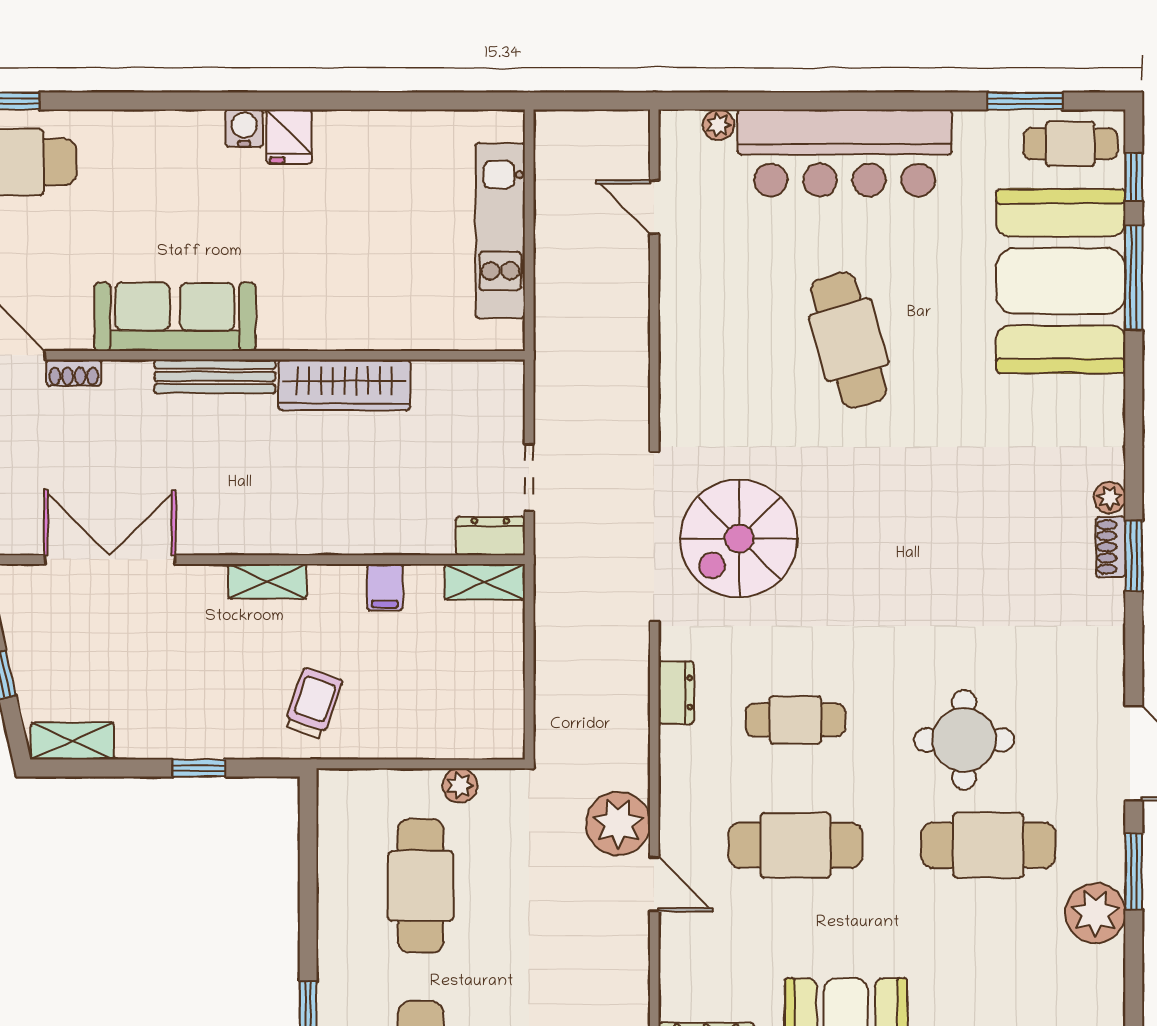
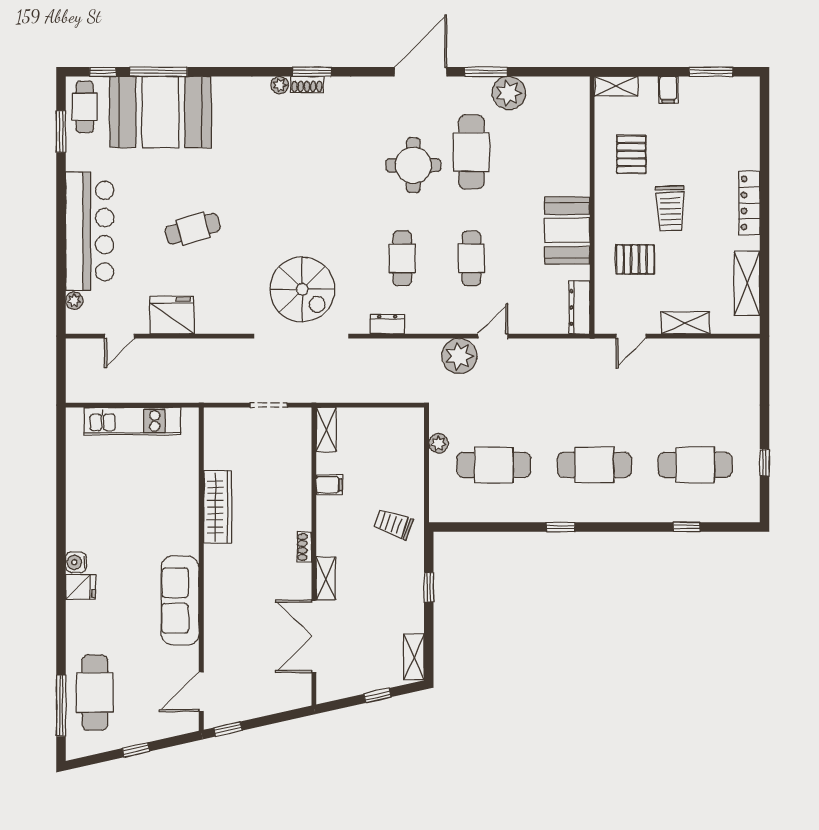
fridge: (289, 136) -> (81, 587), moved
fridge: (692, 302) -> (172, 315), added
cafe table: (849, 340) -> (193, 229), width x0.73, depth x0.74
shoe rack: (74, 373) -> (304, 547), moved, turned 180
bench: (215, 376) -> (213, 578), removed
dresser: (490, 536) -> (301, 426), removed
shelving: (267, 581) -> (326, 579), moved
cafe table: (795, 845) -> (471, 258), width x0.73, depth x0.74

